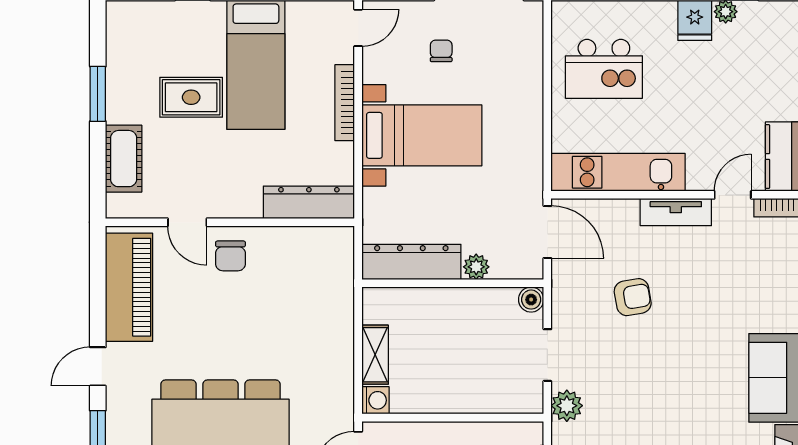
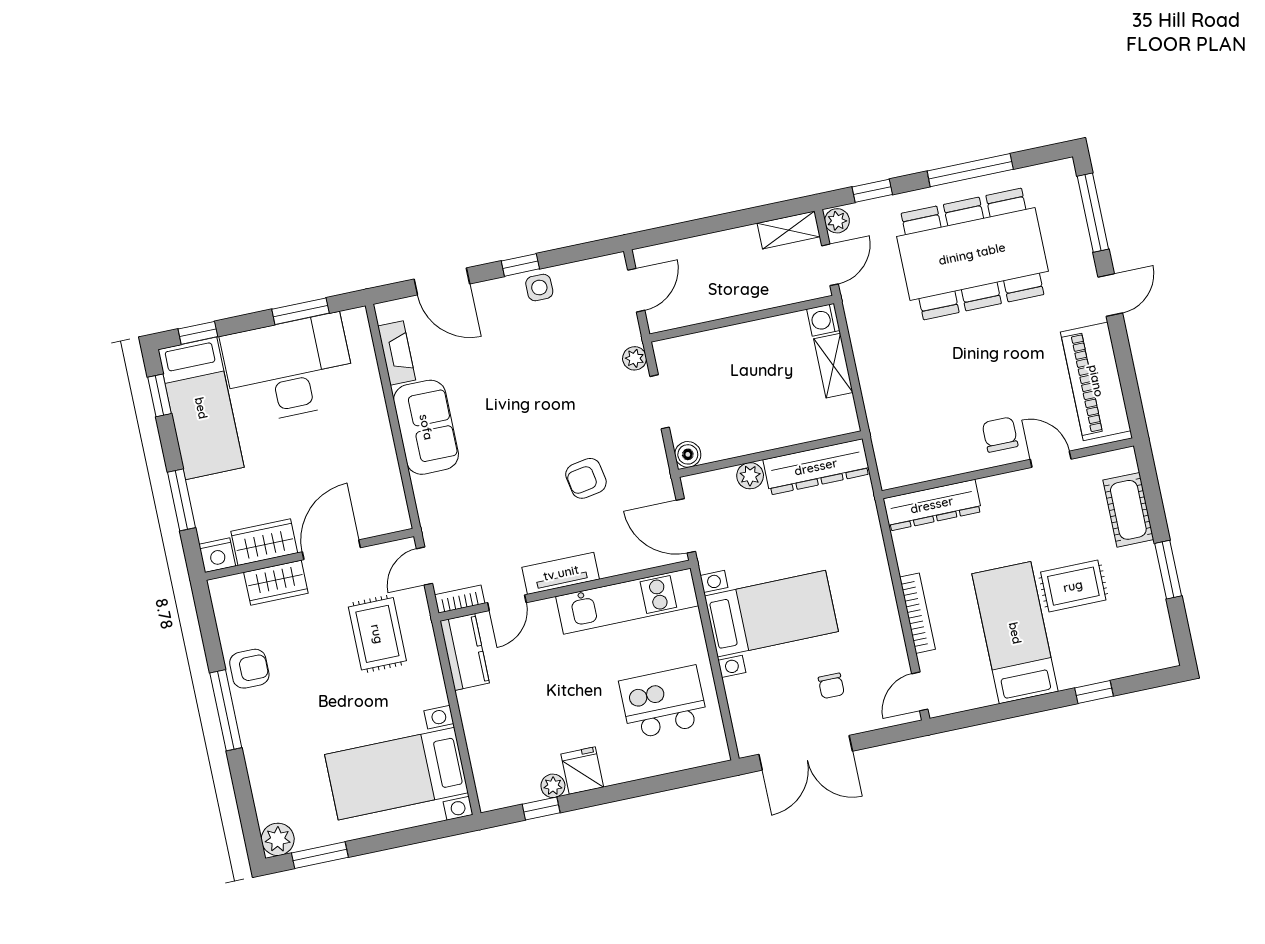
bed with nightstands: (422, 135) -> (771, 614), moved, turned 180
plant: (567, 406) -> (635, 358), width x0.73, depth x0.73

